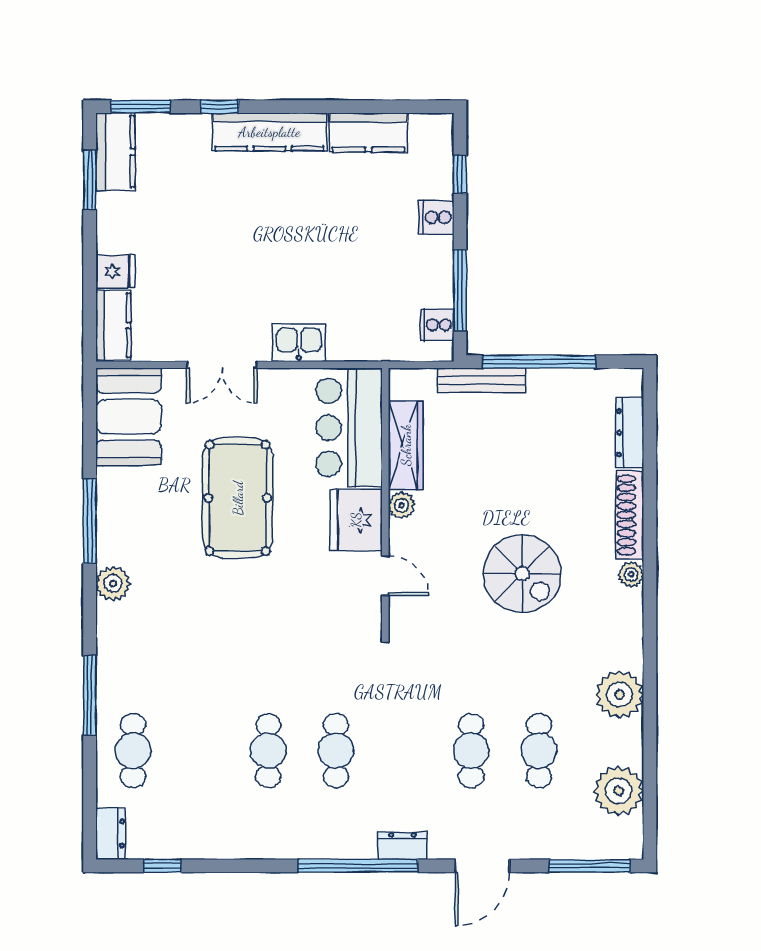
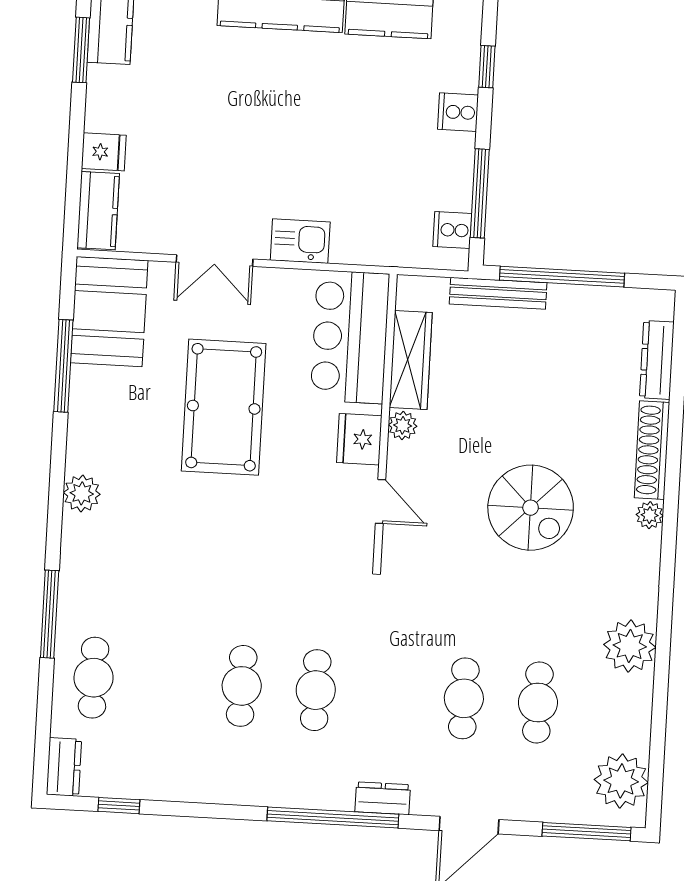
fridge: (356, 520) -> (359, 439), width x0.73, depth x0.75
window: (90, 521) -> (63, 366), moved
plant: (619, 791) -> (621, 781), moved

